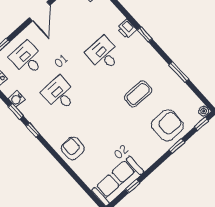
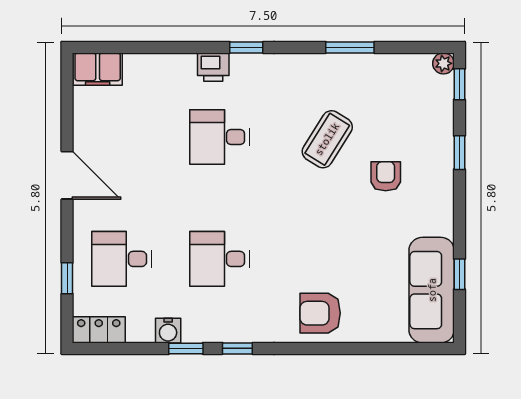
coffee table: (138, 94) -> (327, 139), turned 32
armchair: (167, 125) -> (386, 176), moved, width x0.53, depth x0.53

